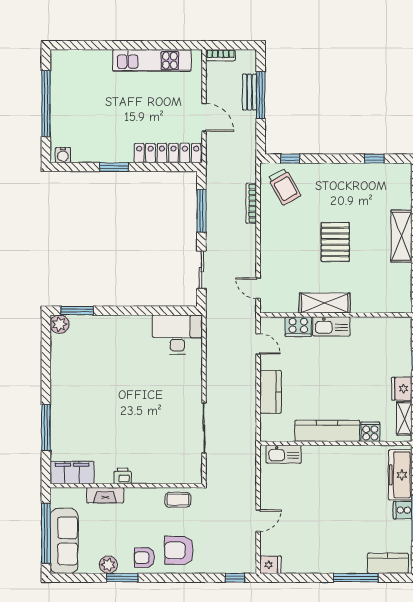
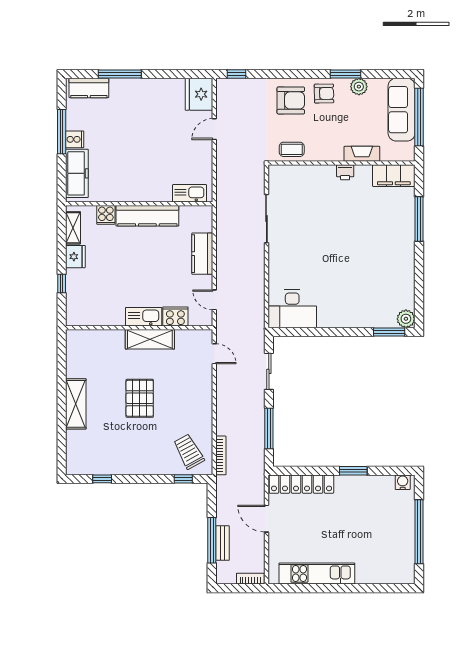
bookcase: (251, 203) -> (221, 455), moved
fridge: (270, 565) -> (199, 94), width x1.88, depth x1.34

